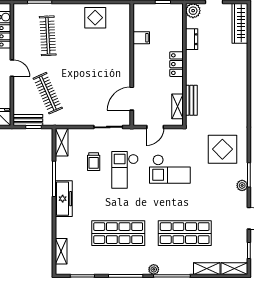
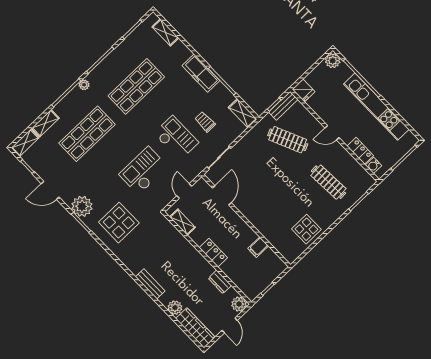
plant: (241, 51) -> (175, 308), added
bench: (191, 100) -> (150, 284), moved
plant: (242, 185) -> (82, 206), width x1.87, depth x1.87

